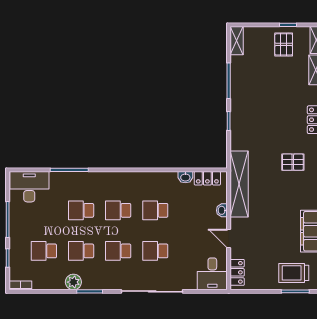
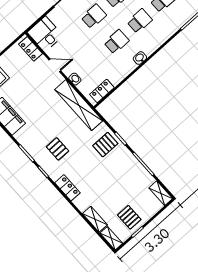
pallet: (247, 128) -> (105, 145), added
pallet: (293, 162) -> (58, 149), turned 90
washbasin: (185, 177) -> (140, 58), moved

